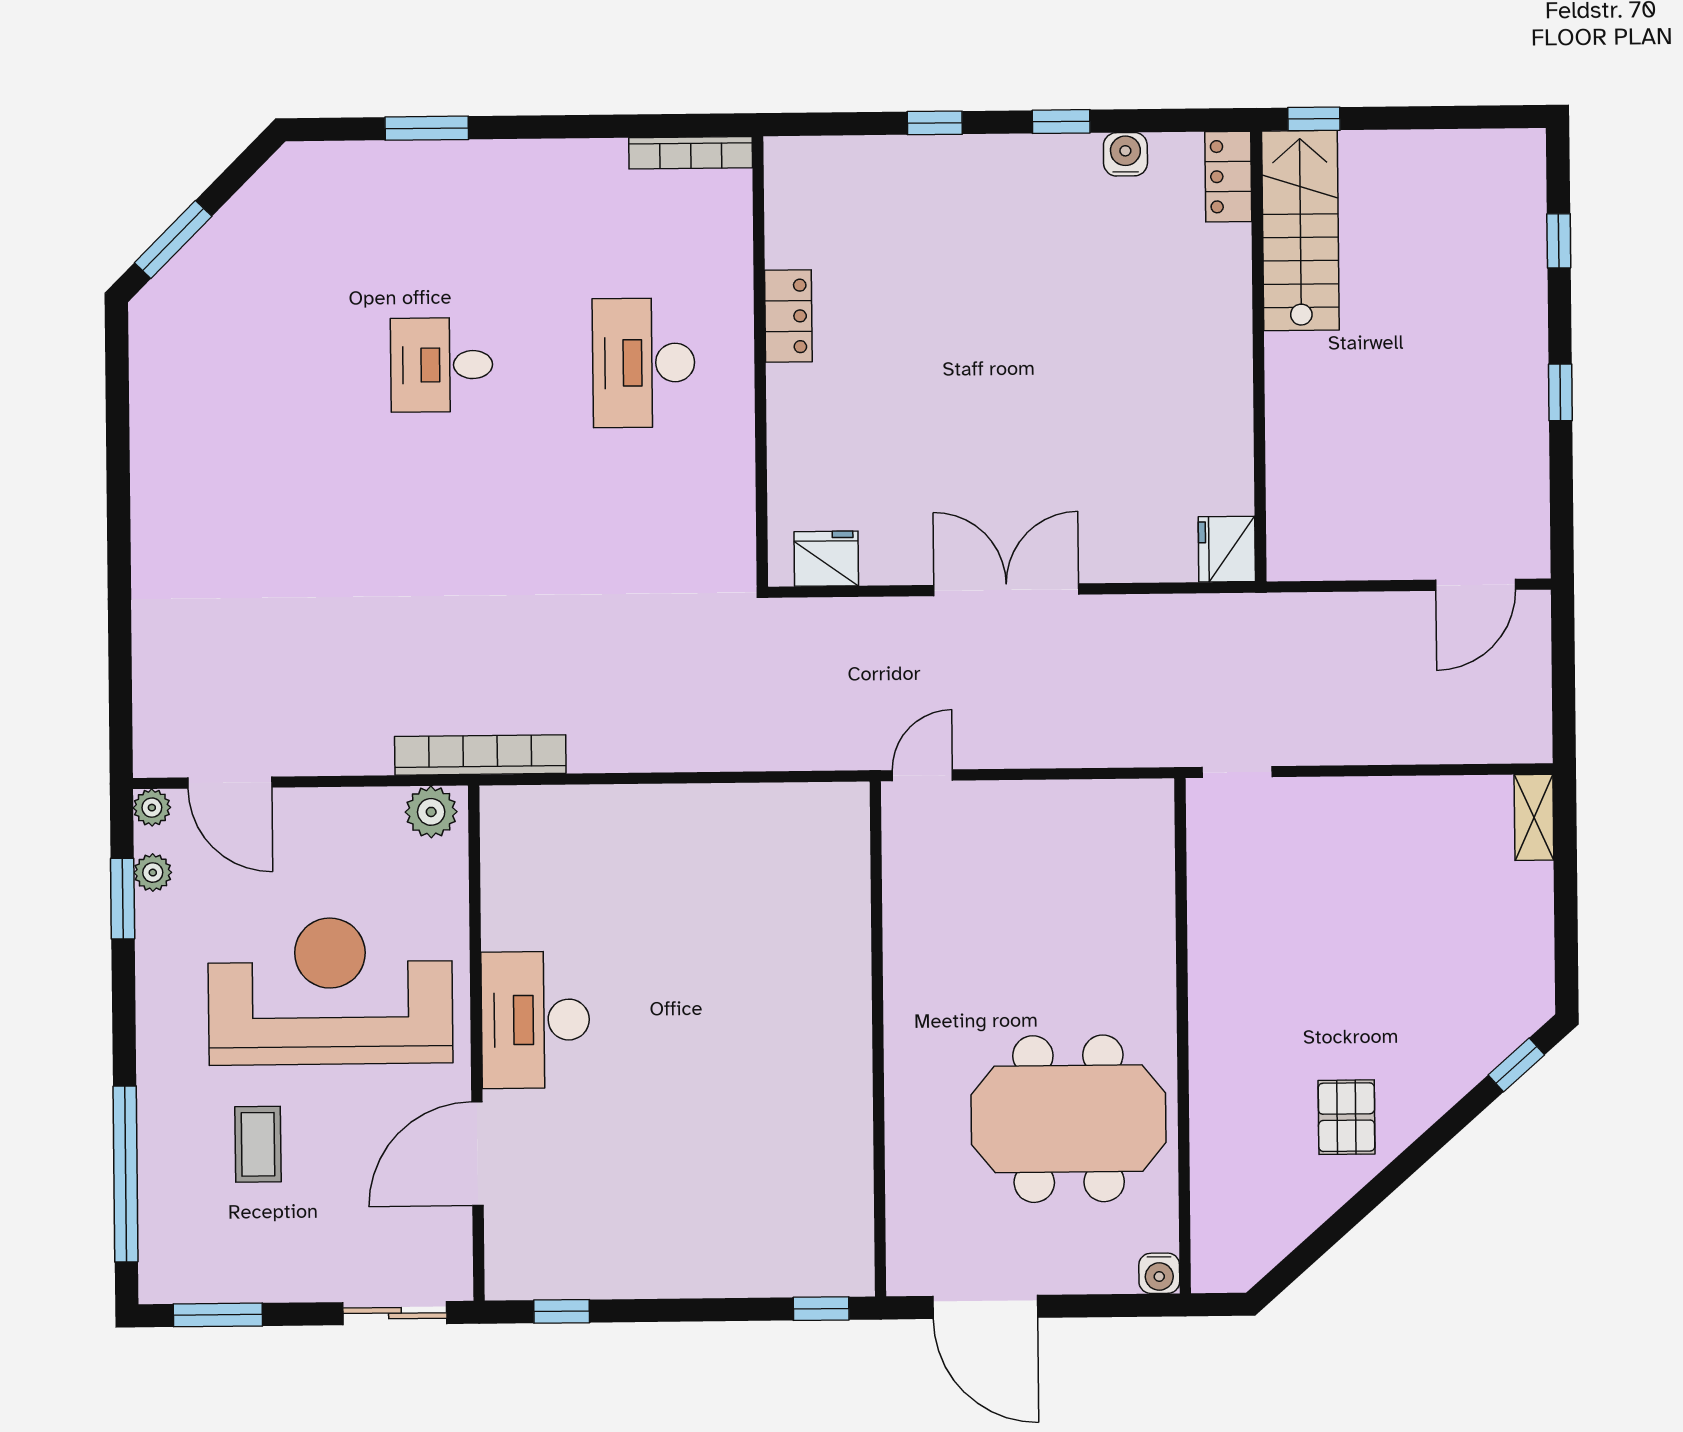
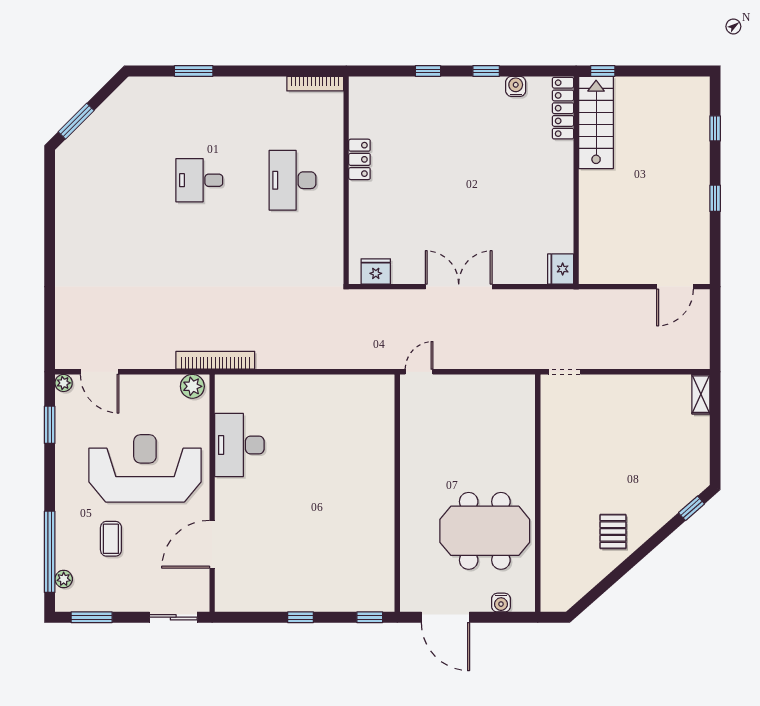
locker: (1228, 177) -> (563, 108), width x1.53
plant: (153, 873) -> (64, 579), moved
desk: (535, 1020) -> (239, 445), moved
water cooler: (1159, 1273) -> (501, 603), moved
window: (562, 1311) -> (301, 617), moved

